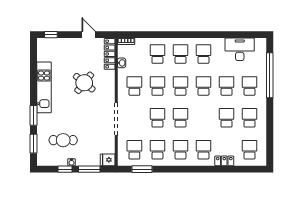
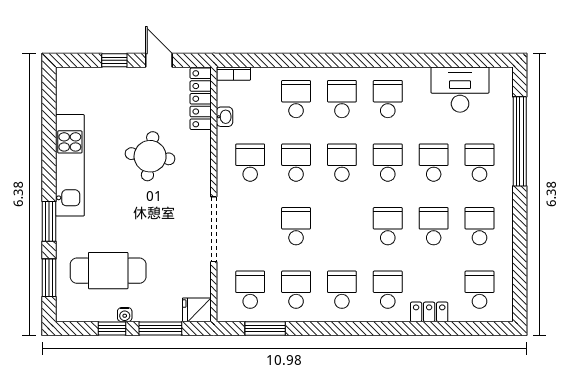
window: (51, 35) -> (114, 60), moved
round table: (84, 83) -> (150, 156), turned -31
school desk: (180, 118) -> (388, 226), moved
cafe table: (63, 140) -> (108, 271), width x1.37, depth x1.35

